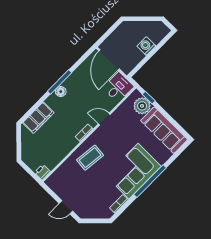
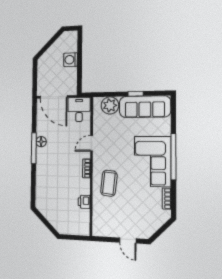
floor lamp: (61, 92) -> (41, 142), moved
window: (149, 98) -> (136, 94), moved
filing cabinet: (38, 118) -> (43, 190), removed
printer: (42, 172) -> (84, 202), moved
door: (66, 207) -> (128, 241), hinge flipped

